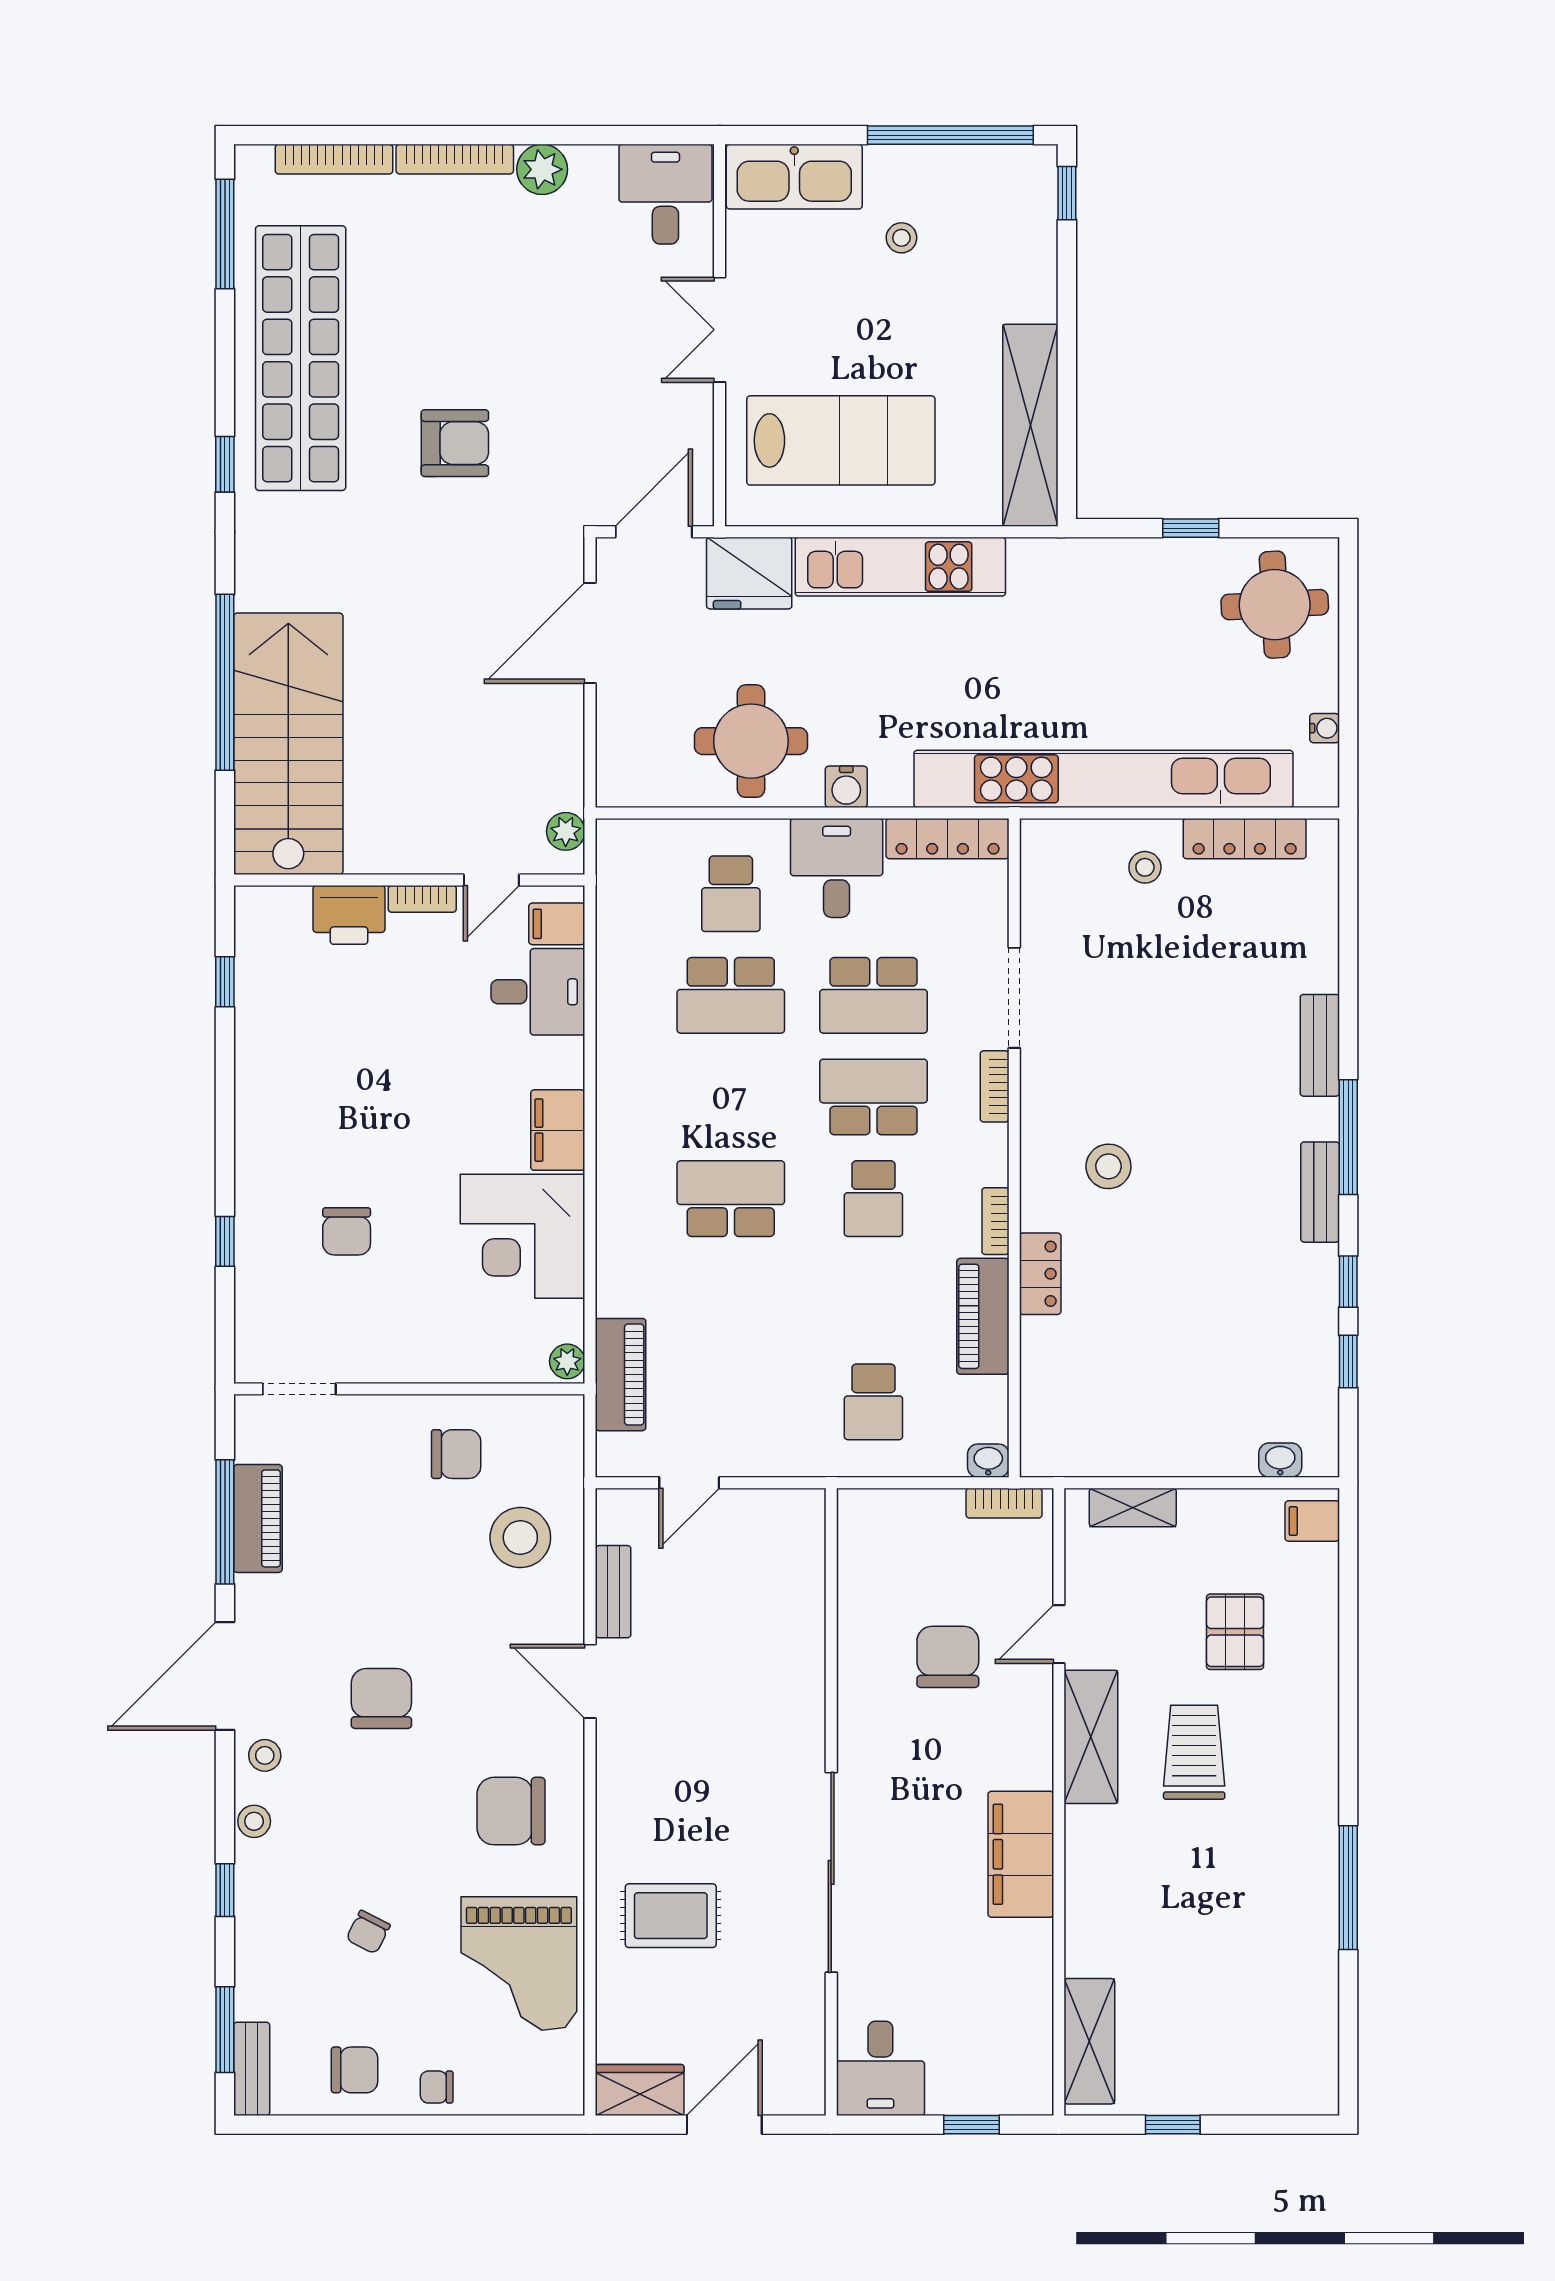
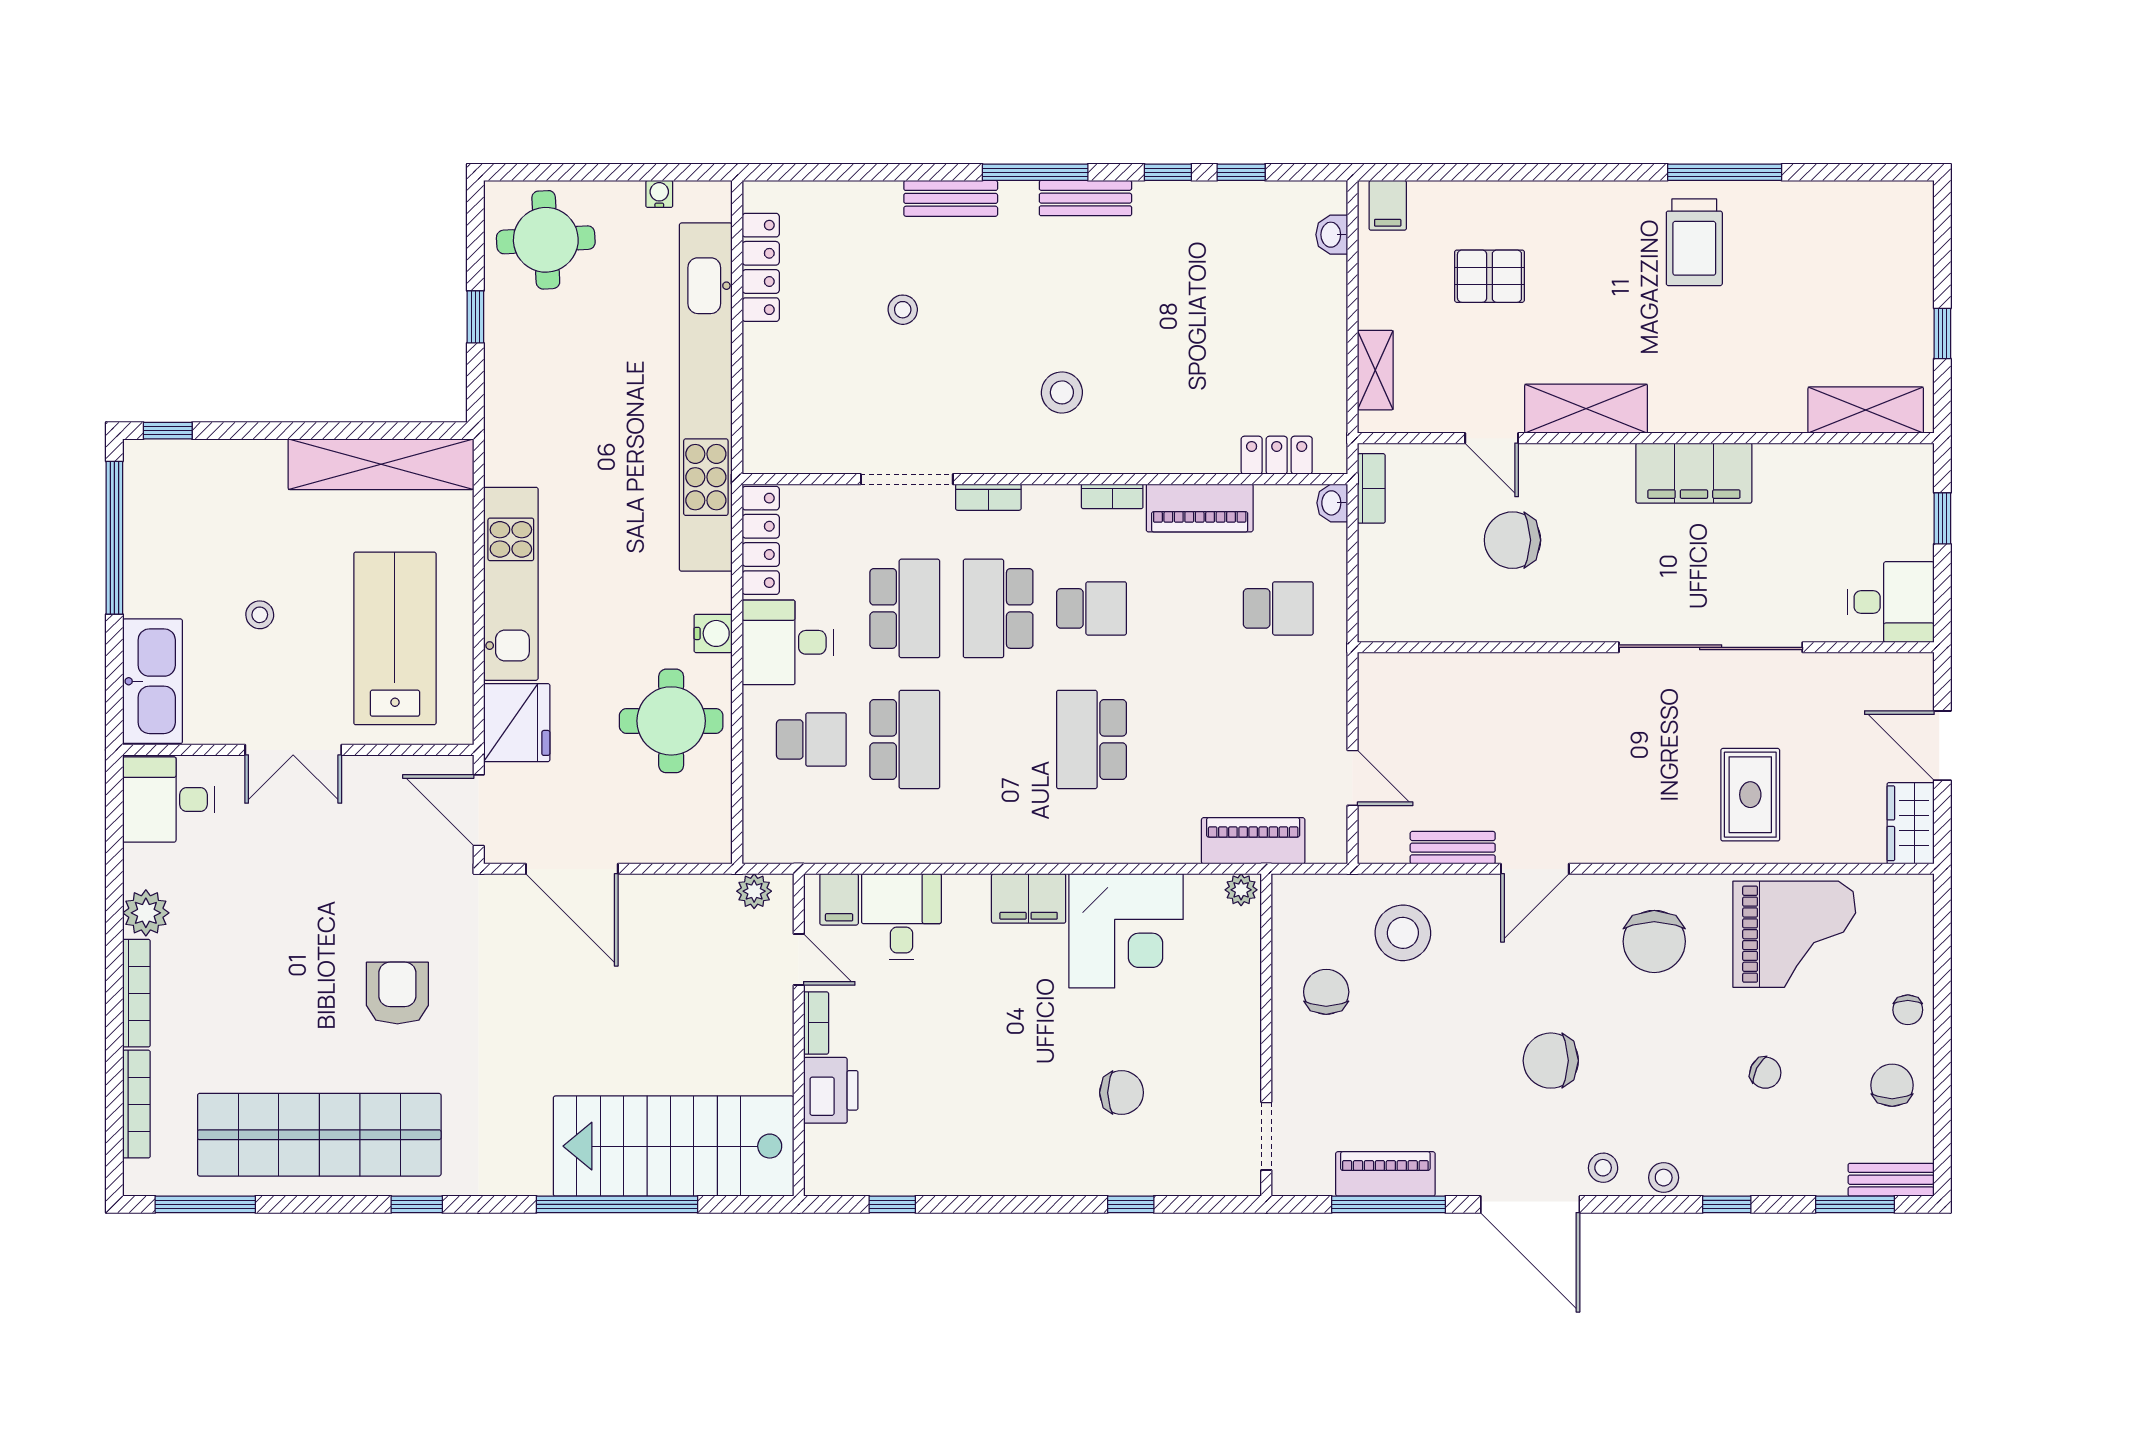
stool: (901, 238) -> (260, 615), moved
stool: (1145, 867) -> (903, 310), moved
locker: (1040, 1274) -> (1277, 455), moved
trolley: (1194, 1752) -> (1694, 242), moved, turned -90

